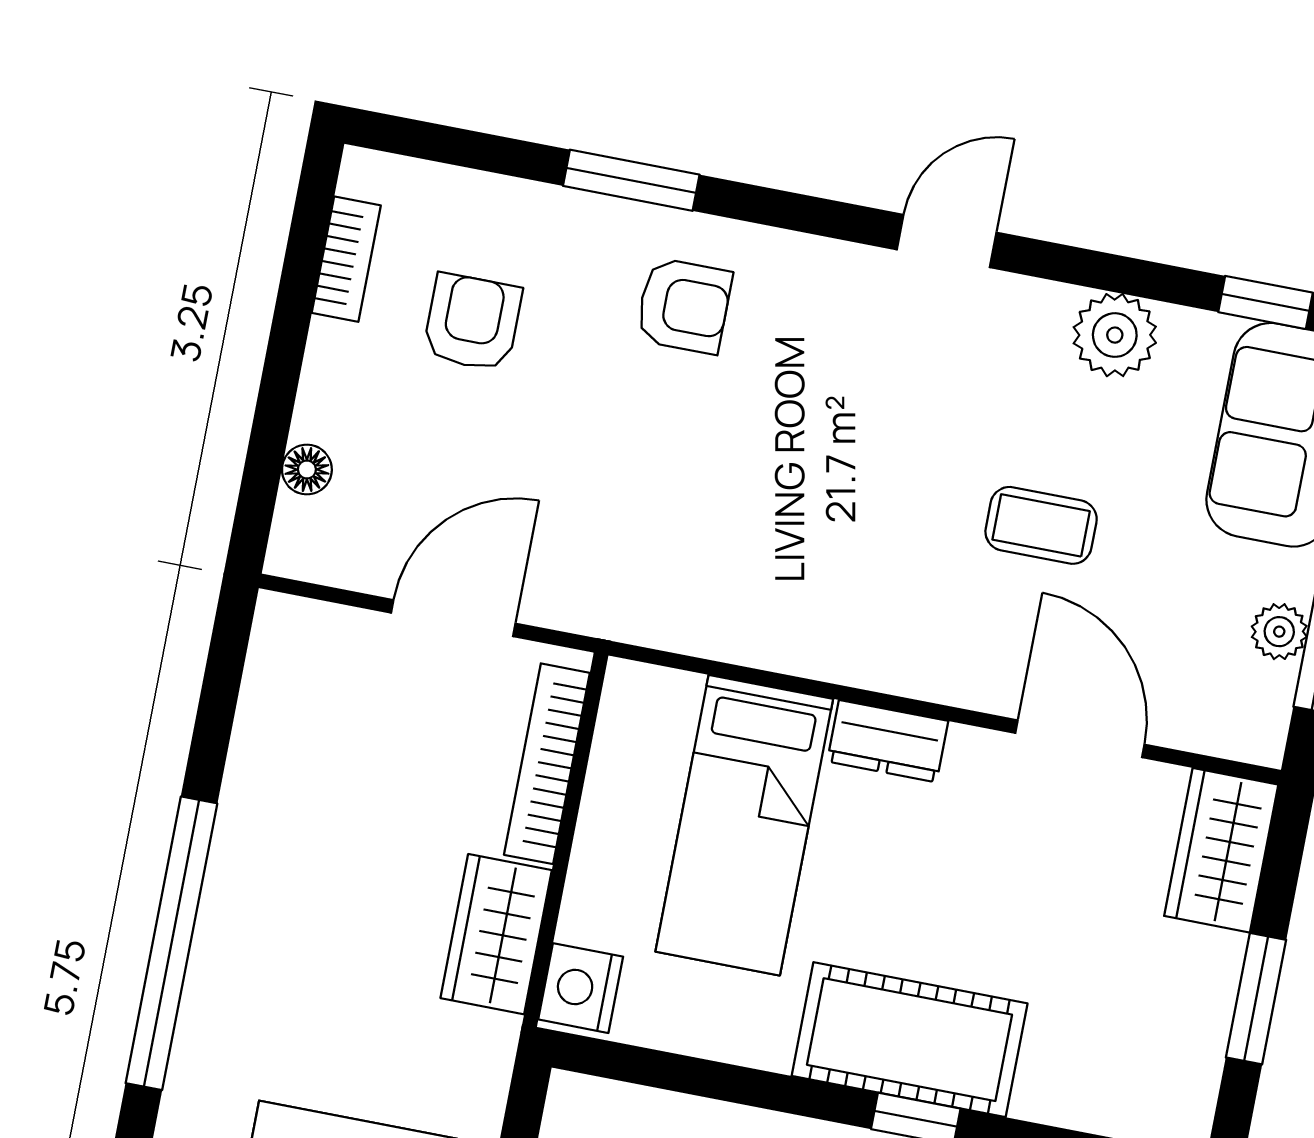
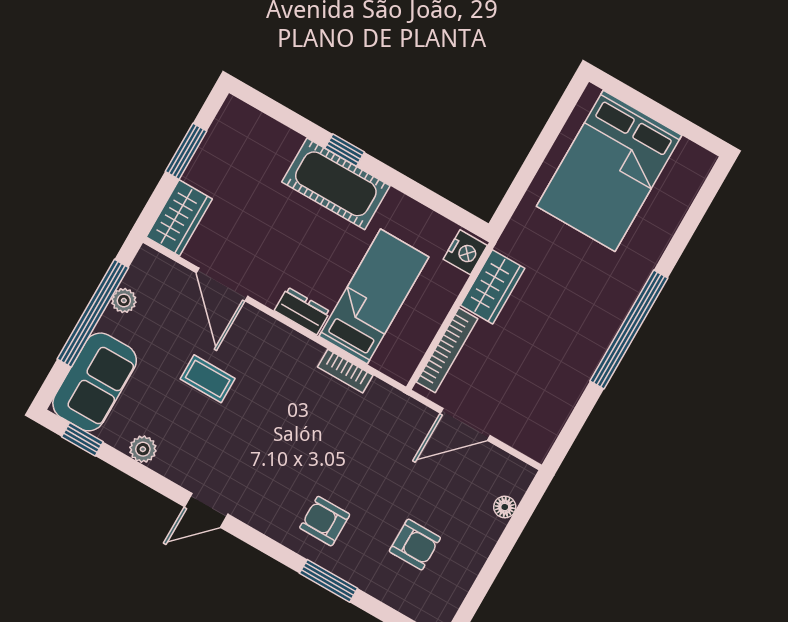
bookcase: (346, 259) -> (345, 371), moved, turned -90
armchair: (472, 322) -> (415, 545), turned -90
plant: (1115, 335) -> (143, 449), width x0.73, depth x0.73

